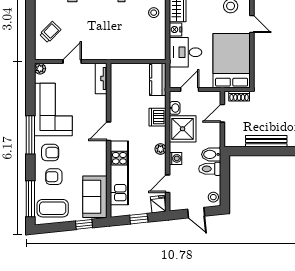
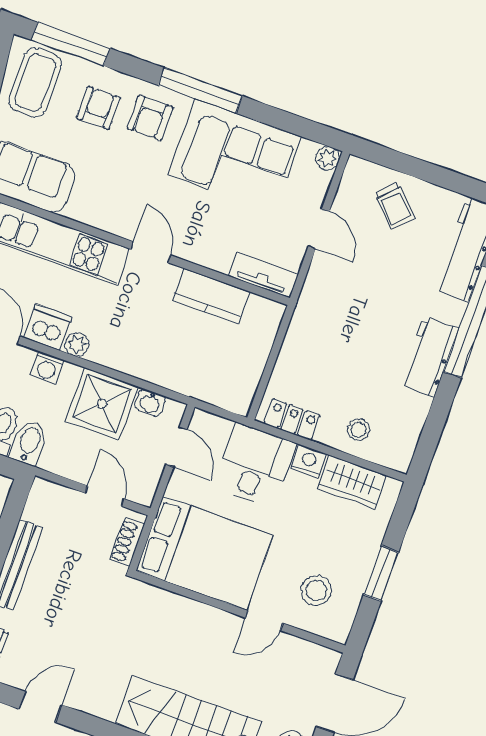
locker: (160, 43) -> (292, 419), added
kitchen counter: (158, 79) -> (211, 296), moved, turned 180
dishwasher: (158, 117) -> (48, 327), moved

